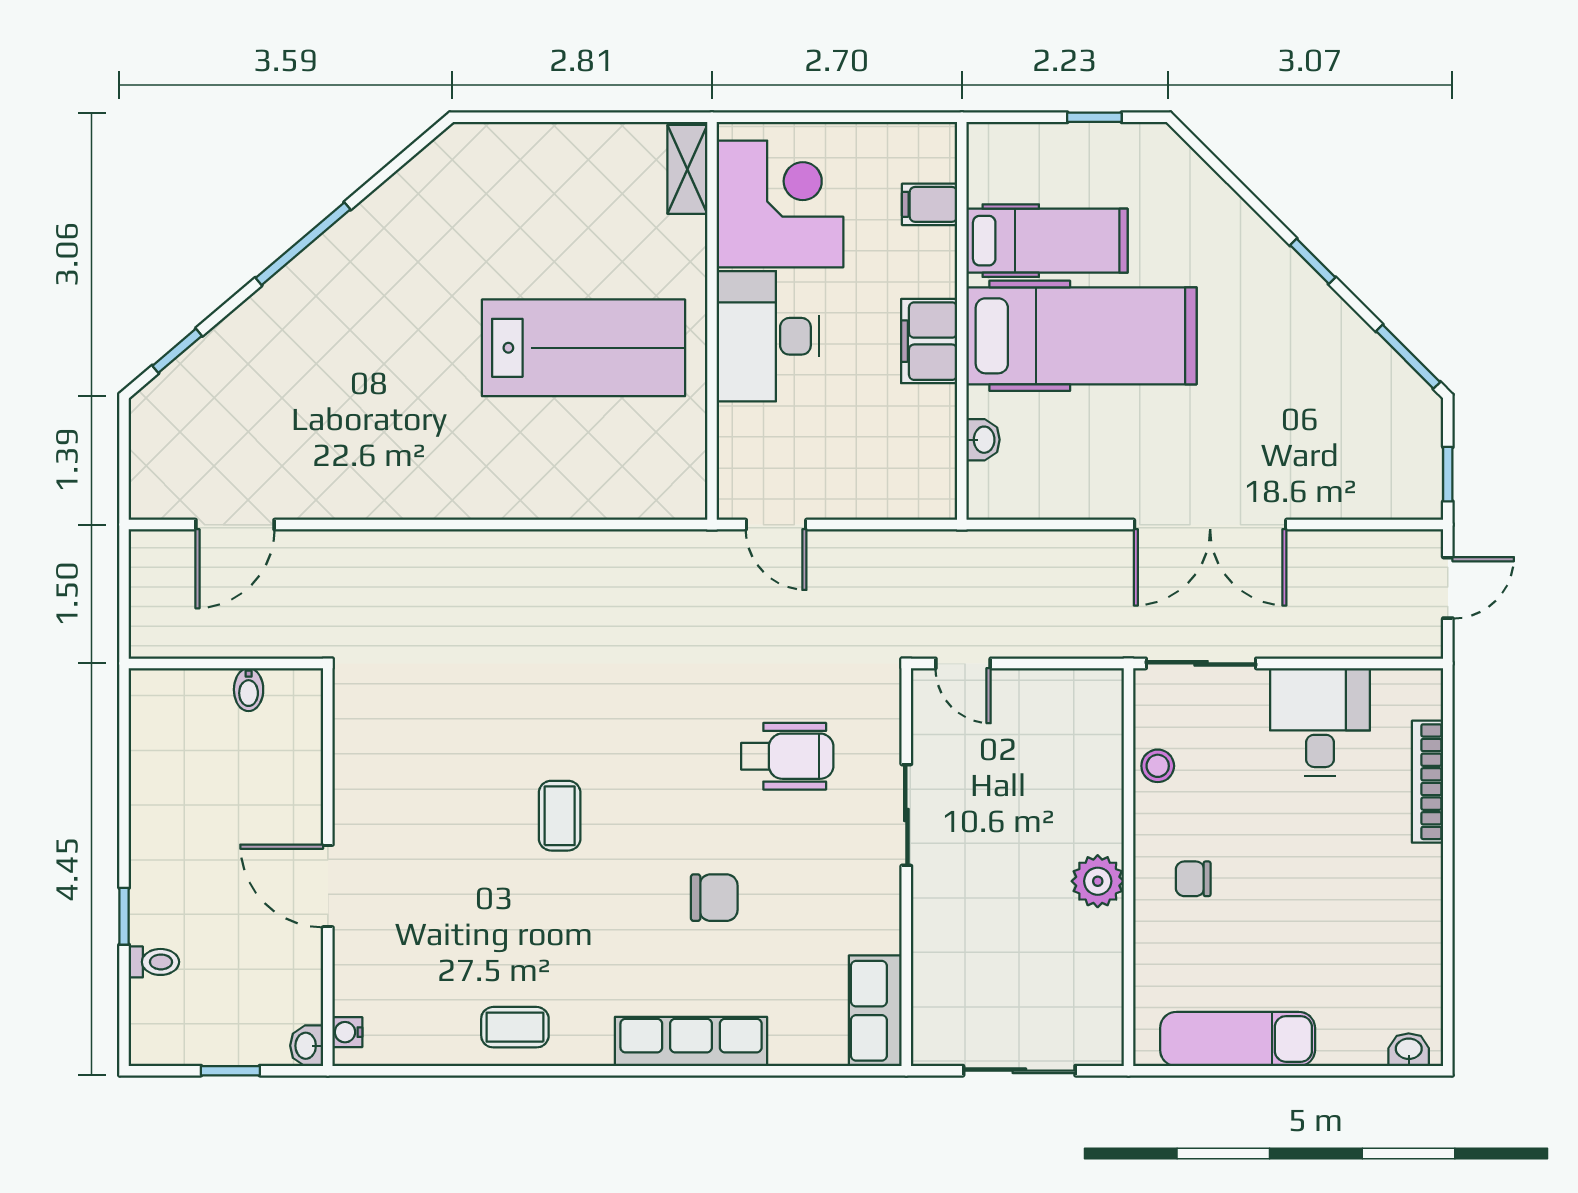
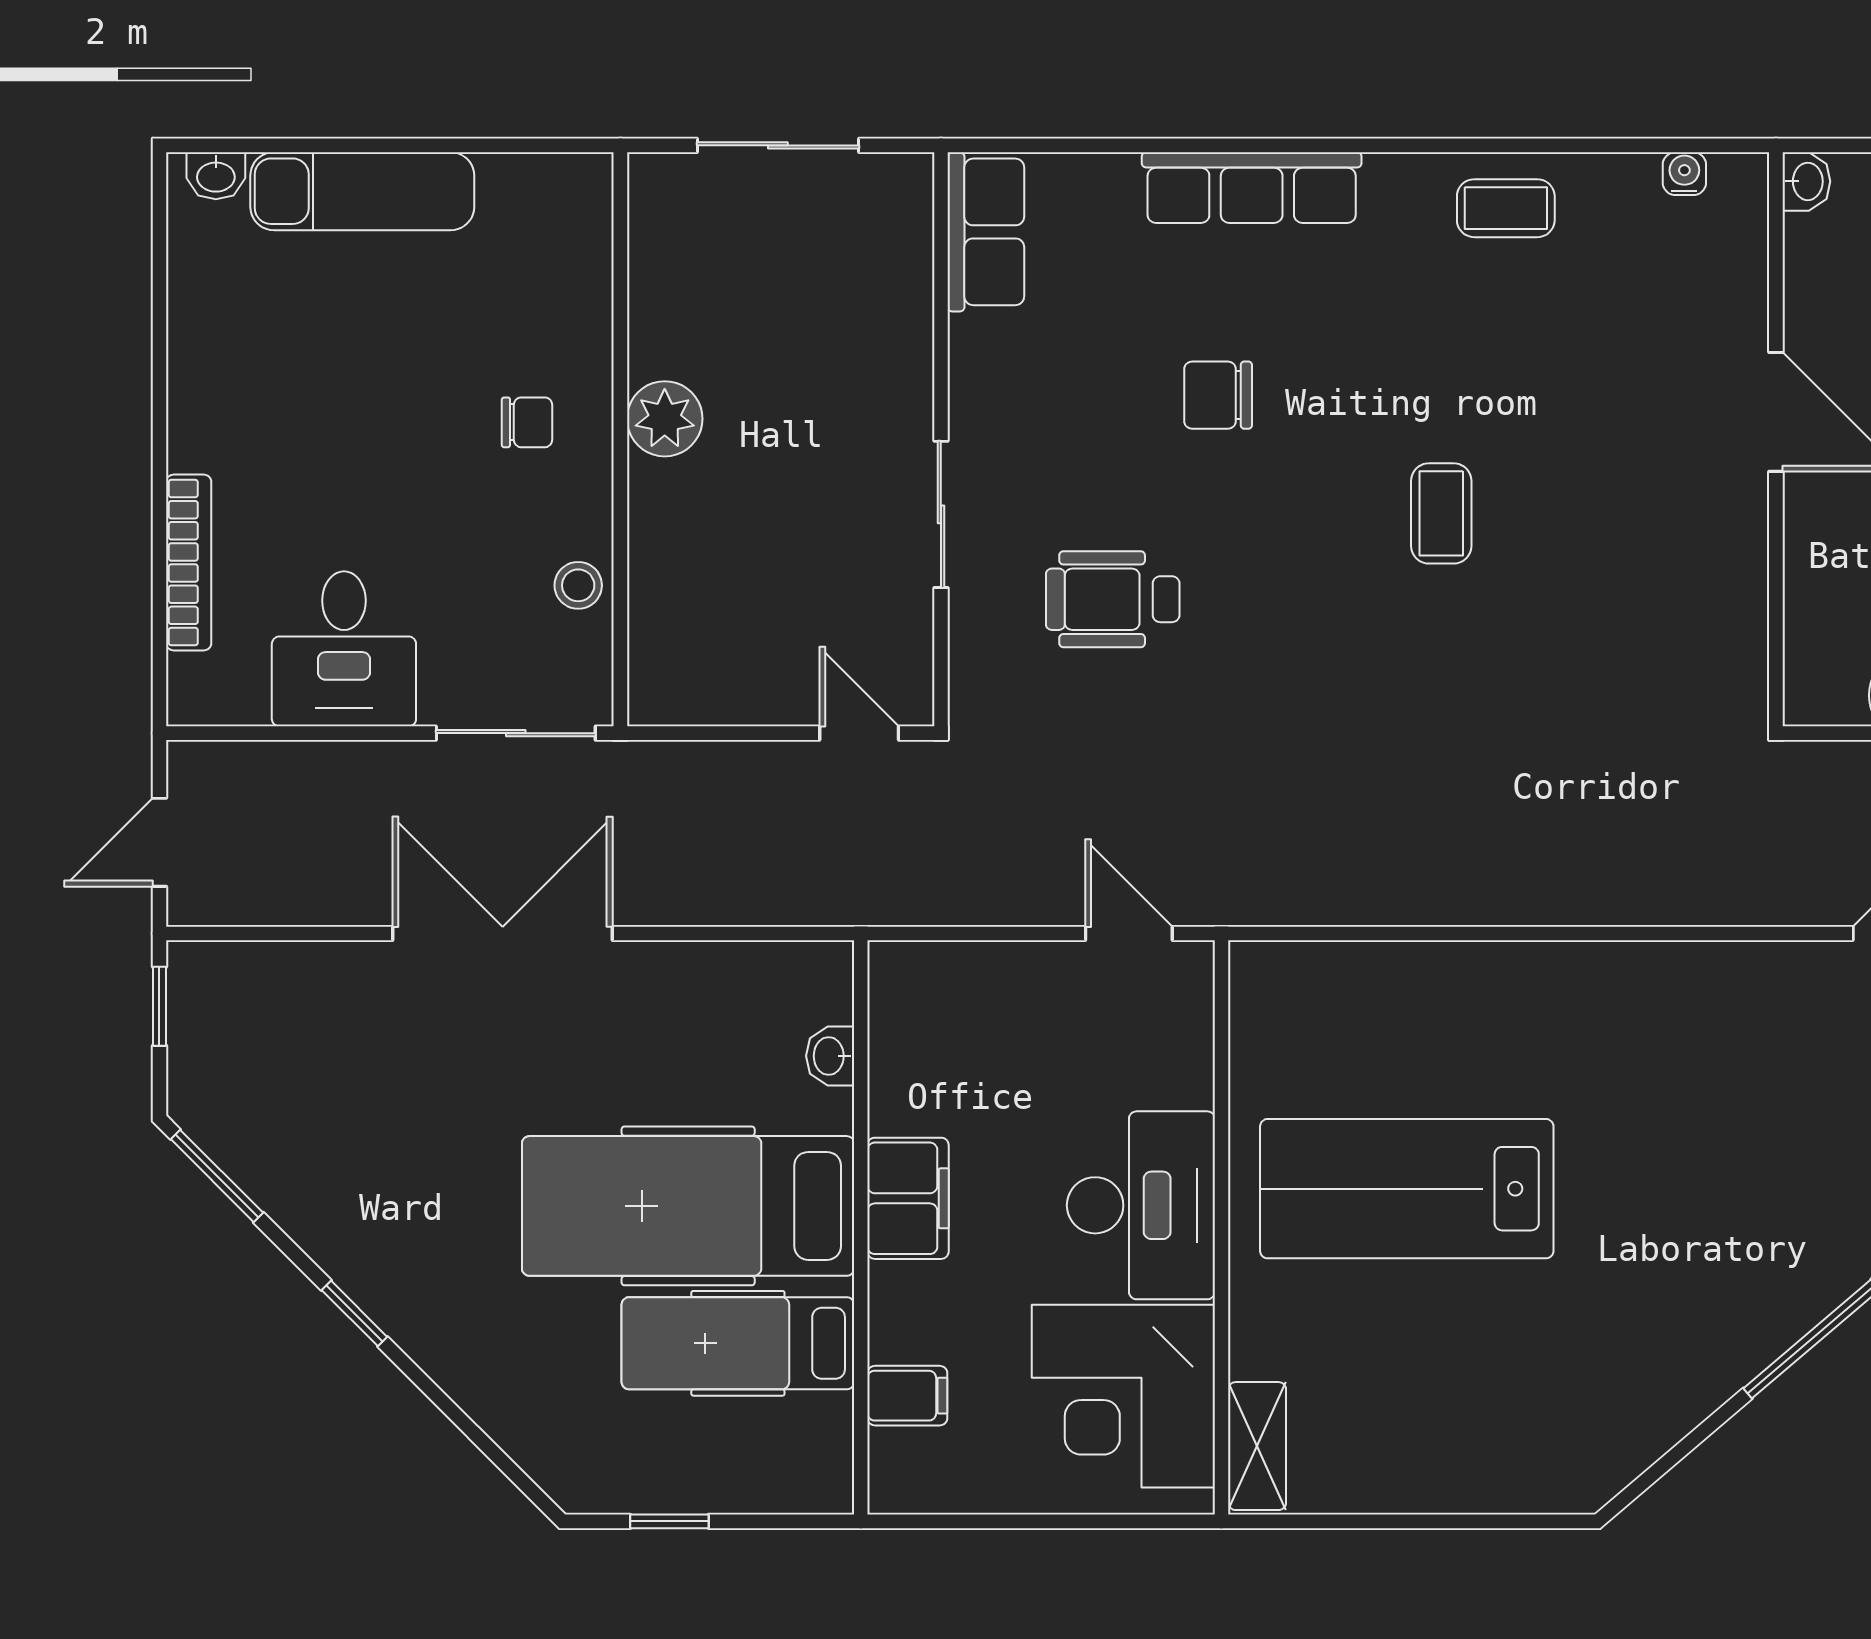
water cooler: (347, 1032) -> (1684, 174), moved, turned -90
exam couch: (1238, 1039) -> (362, 191), moved

